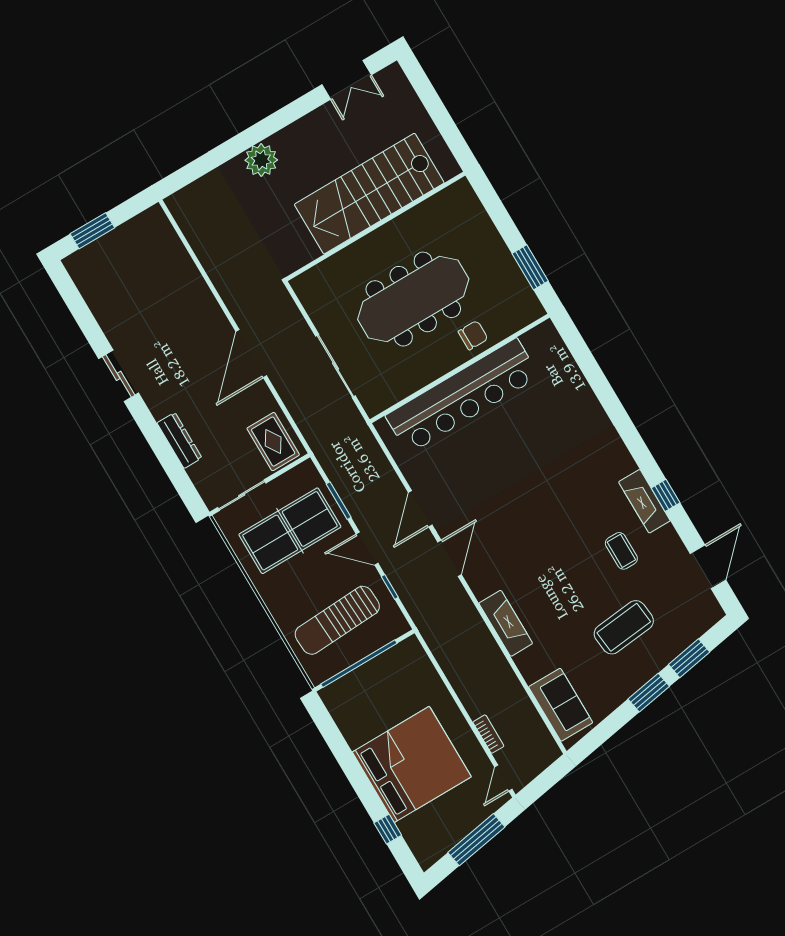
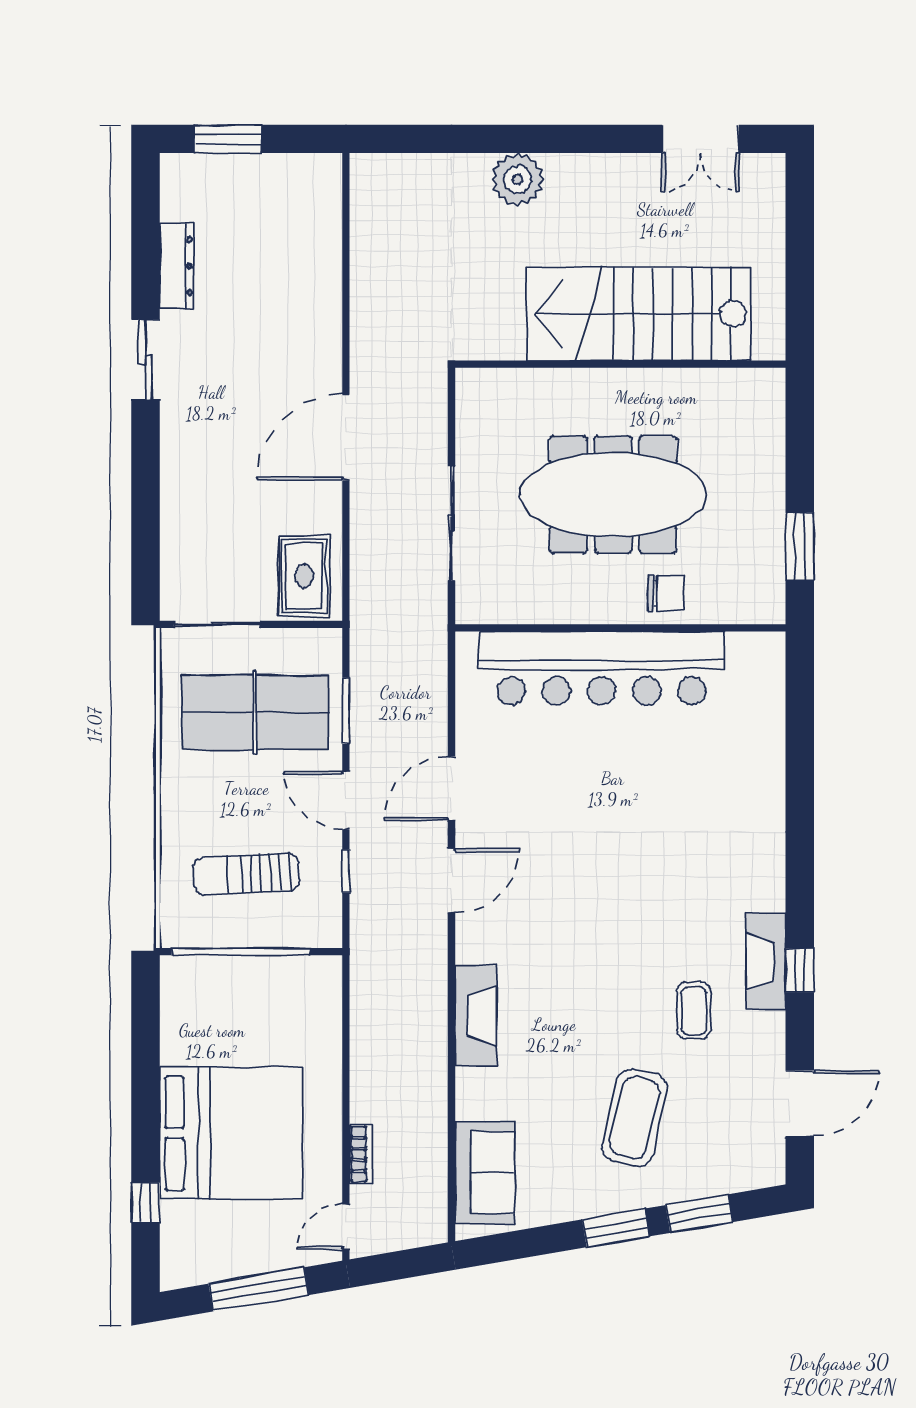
dresser: (179, 440) -> (176, 266), moved
sun lounger: (337, 620) -> (246, 874), width x0.73, depth x0.75
coffee table: (624, 627) -> (635, 1118), turned -71

